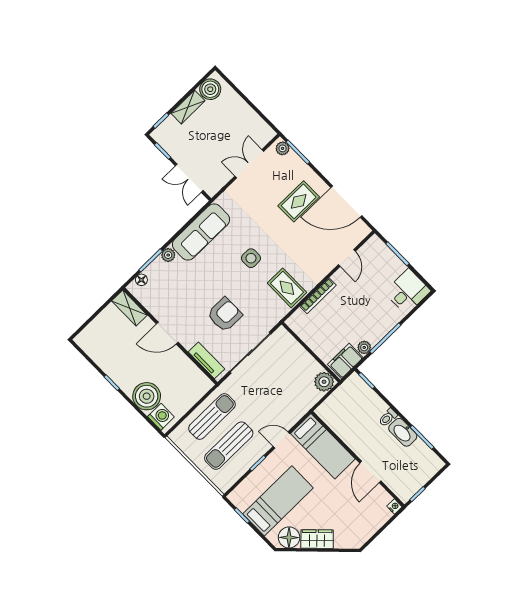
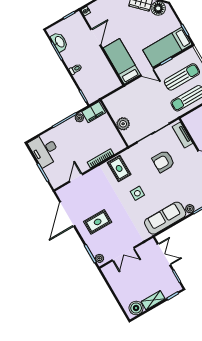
door: (346, 202) -> (67, 214), swing flipped
desk: (407, 291) -> (45, 150), width x1.37
plant: (324, 382) -> (123, 124), moved
washbasin: (403, 432) -> (59, 42), moved
bed: (278, 501) -> (167, 47), moved

